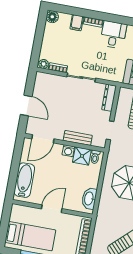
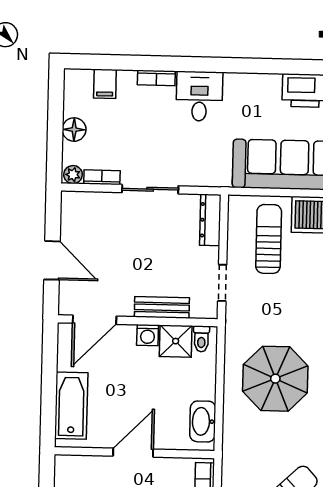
floor lamp: (52, 17) -> (74, 130), moved
filing cabinet: (77, 23) -> (105, 84), moved

